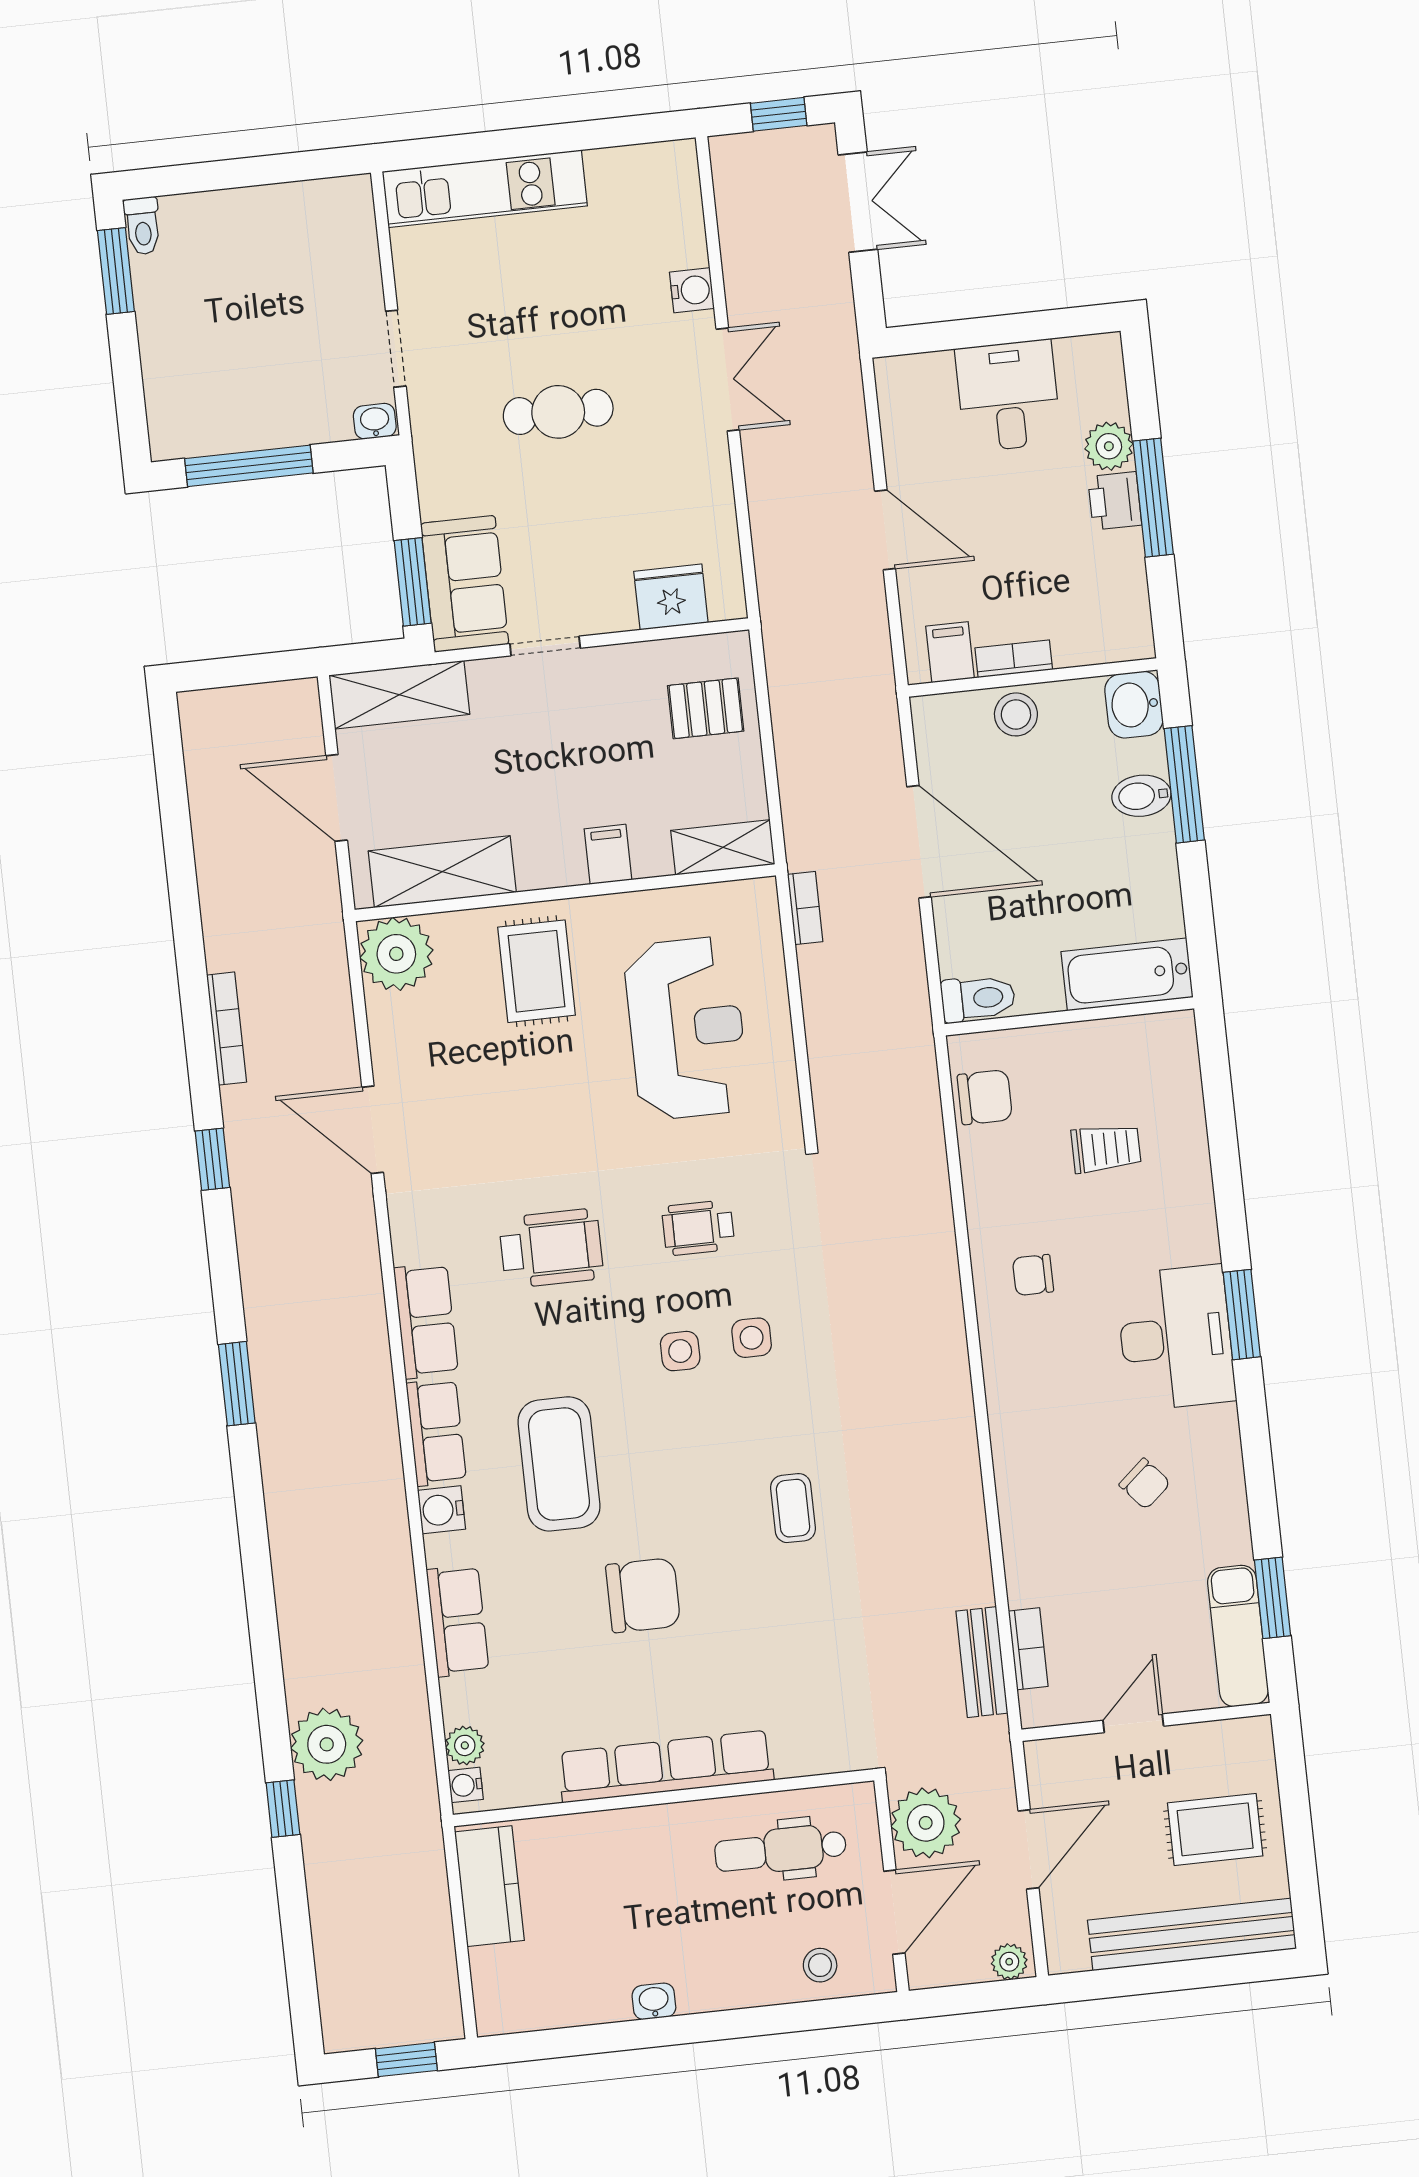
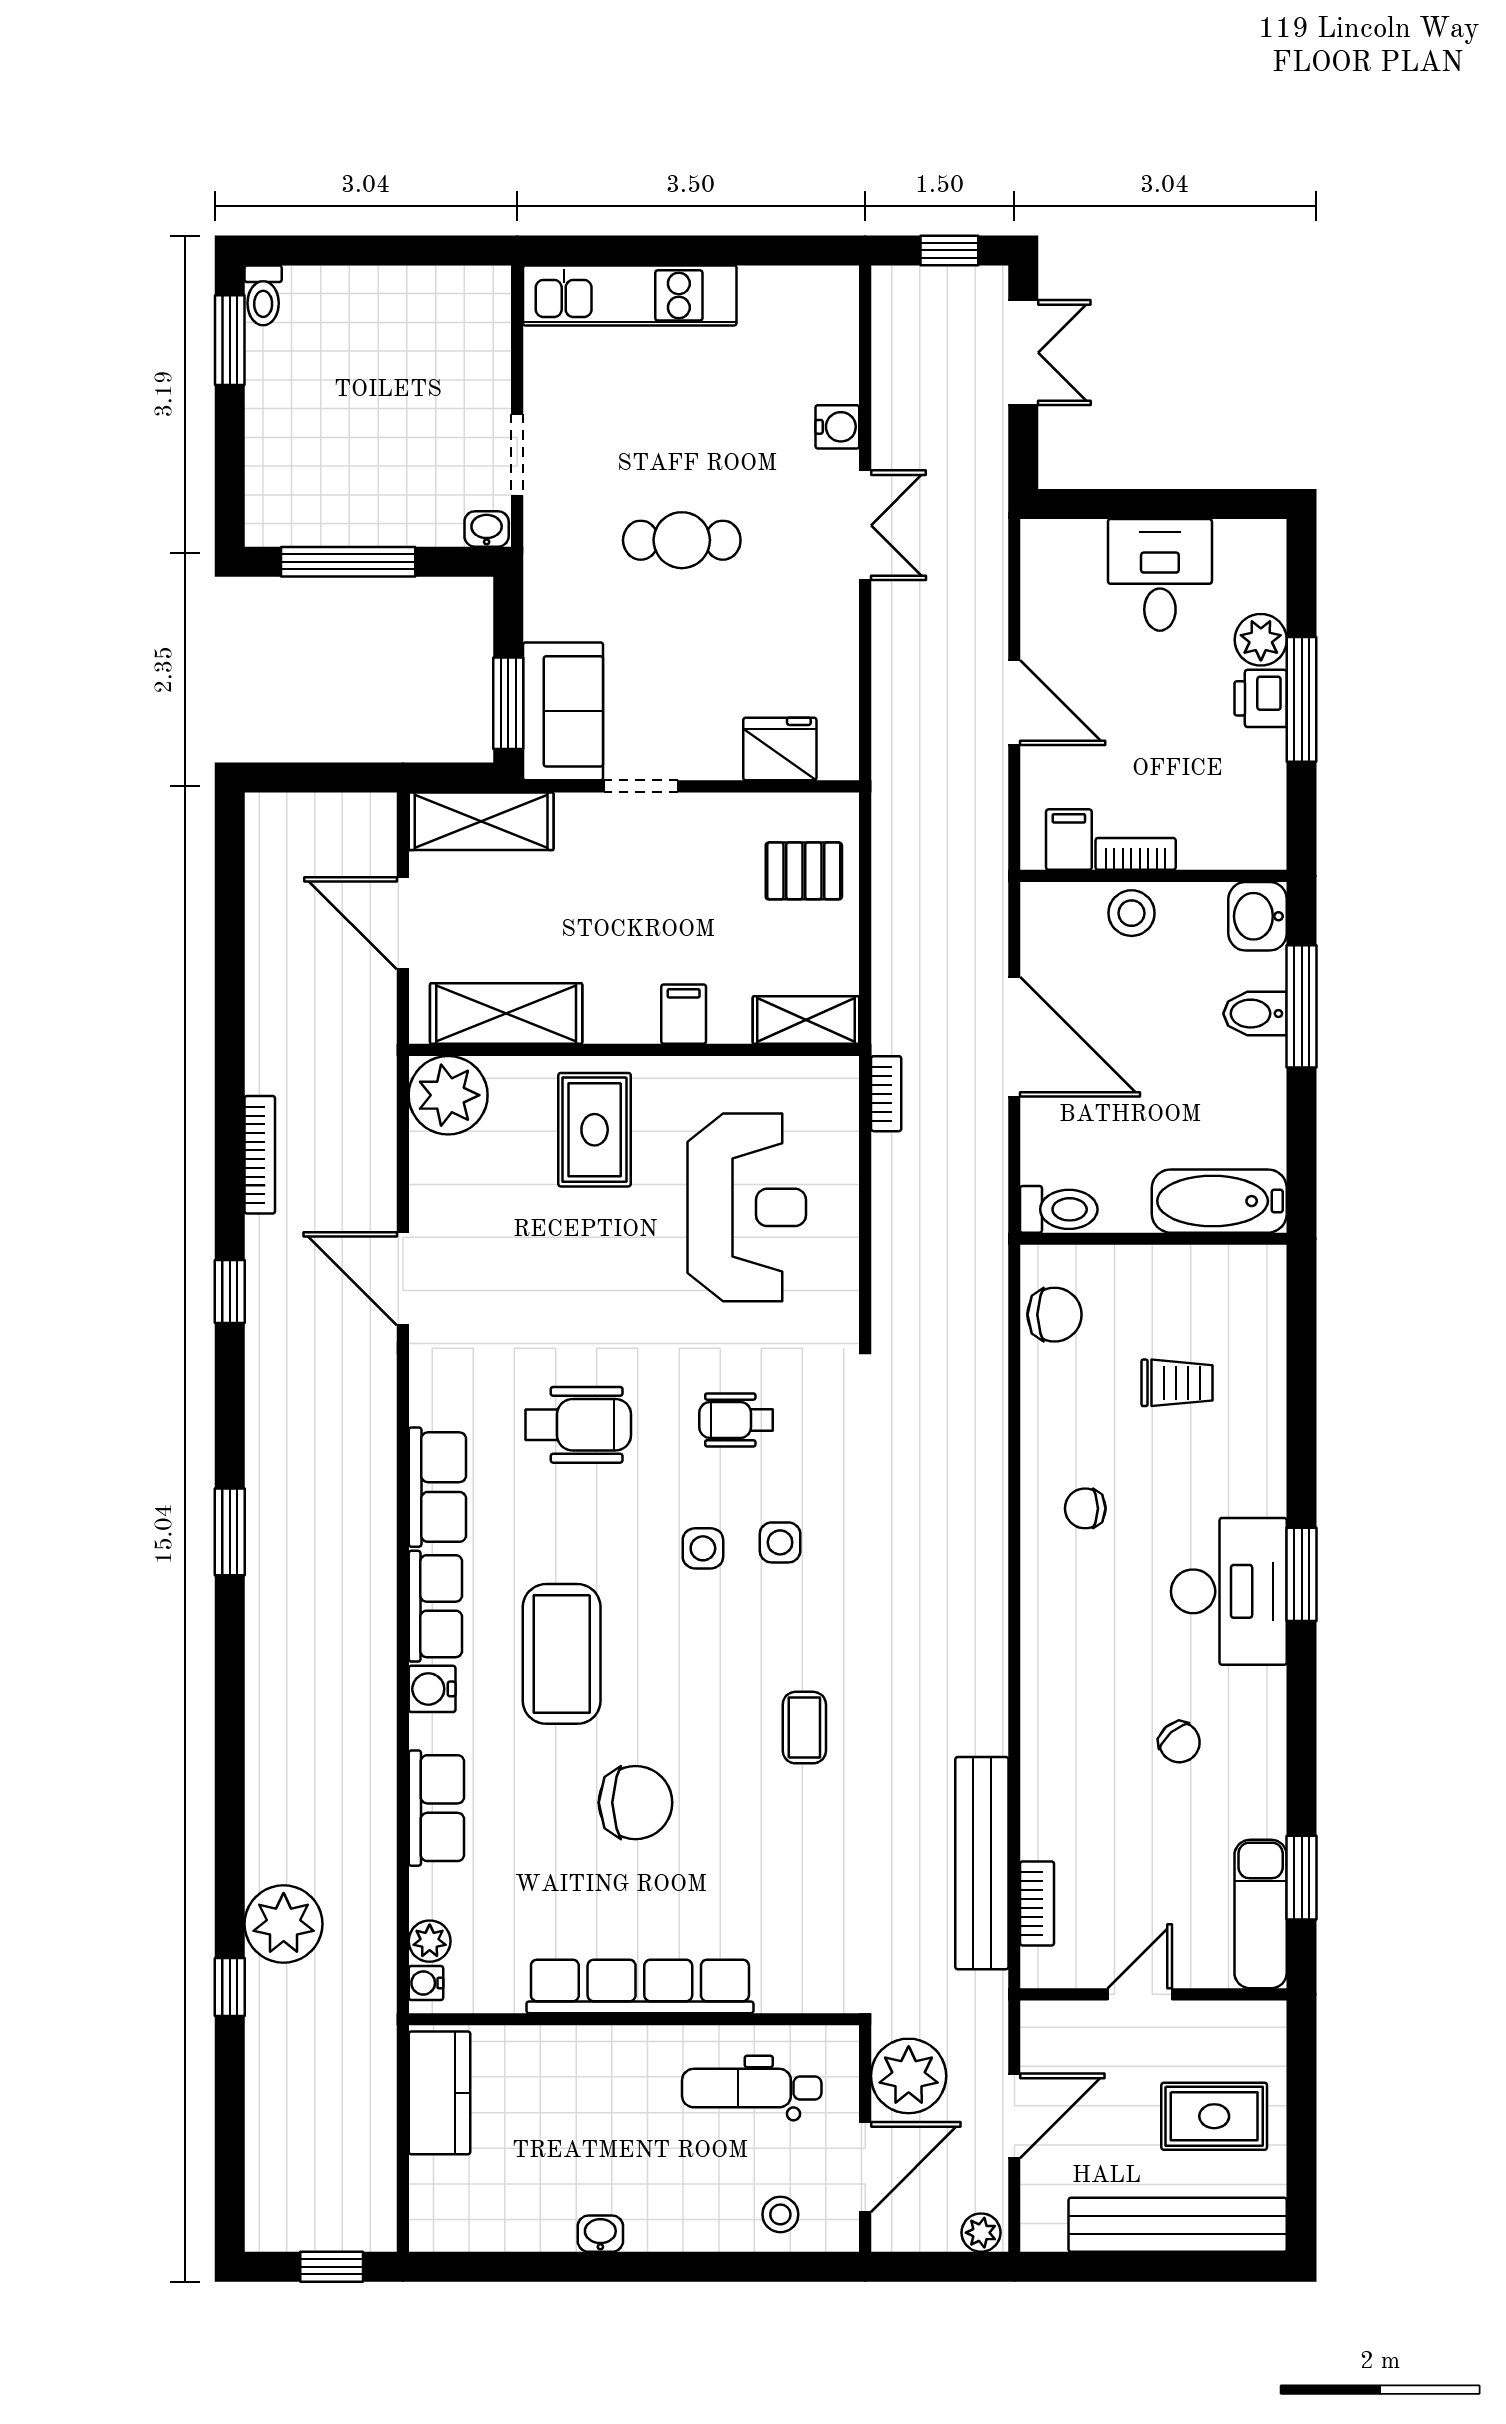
bench: (982, 1662) -> (982, 1863), width x1.86, depth x1.21

